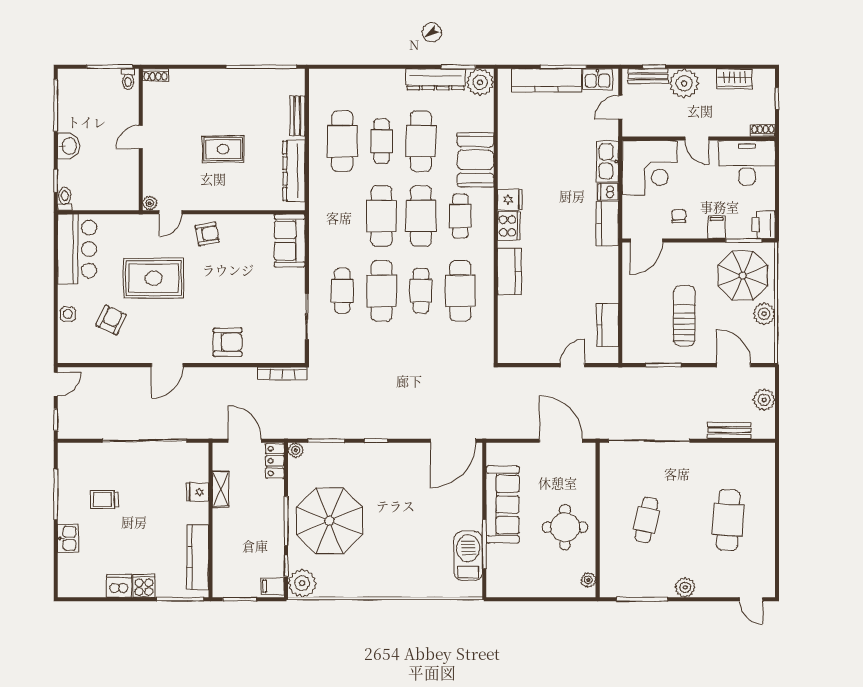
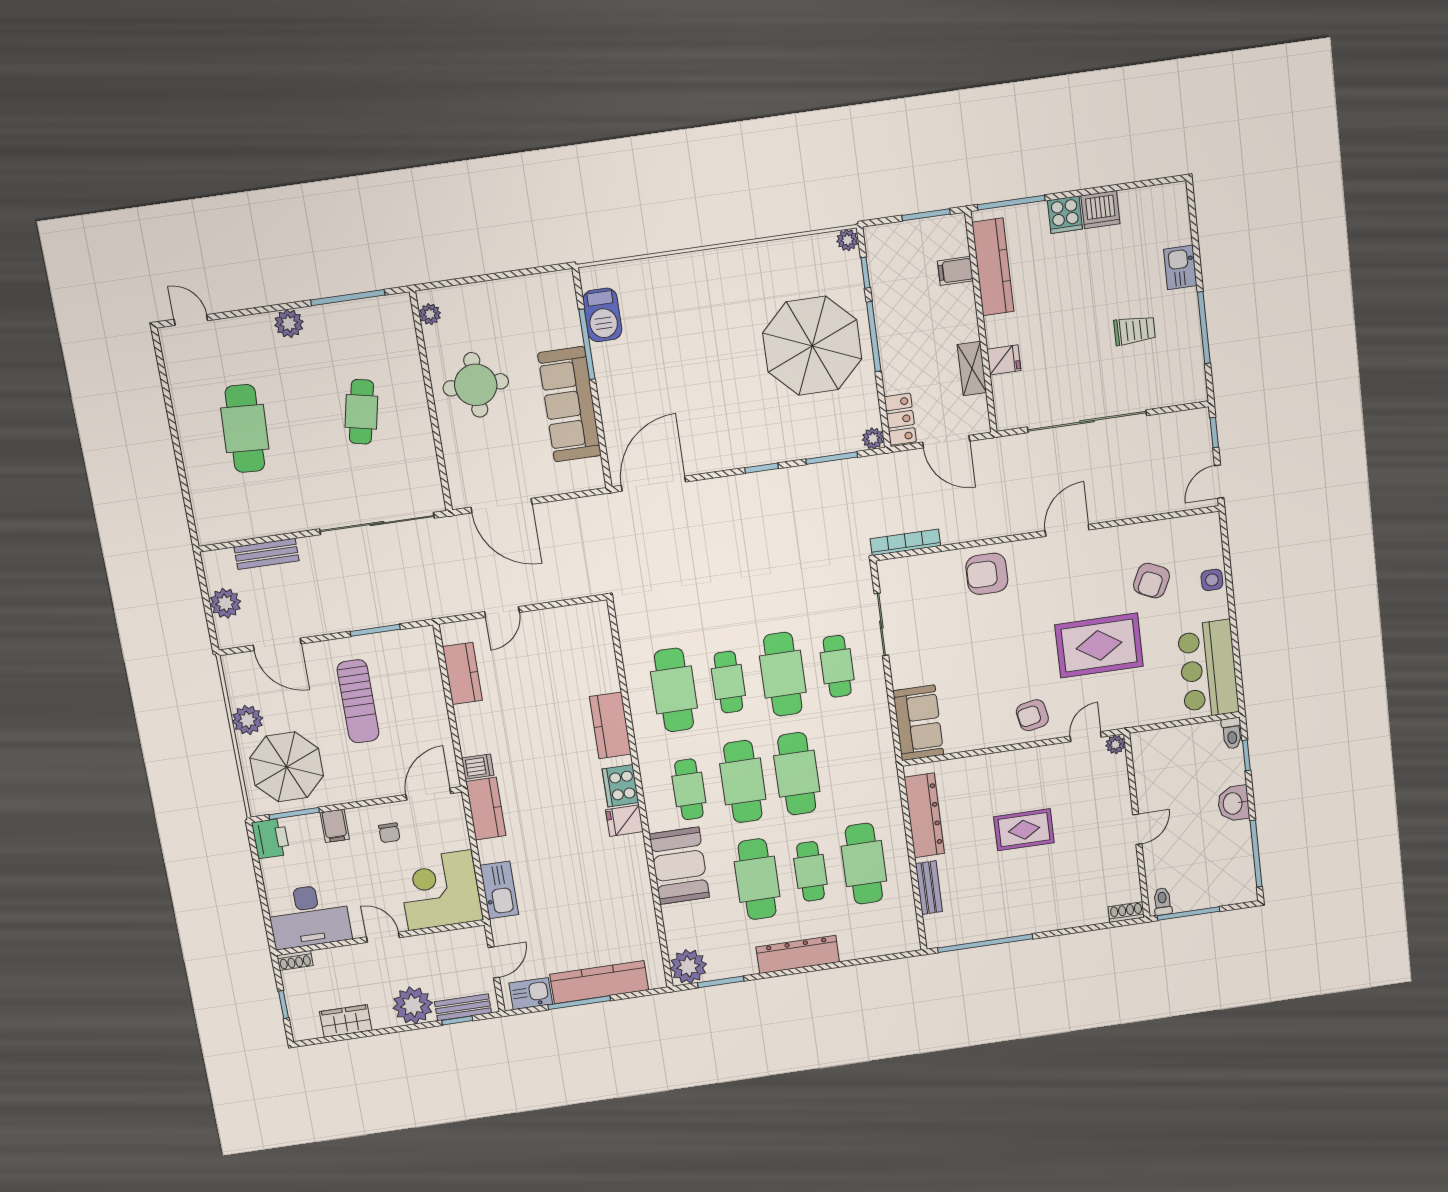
dresser: (436, 79) -> (798, 955), moved
dishwasher: (608, 192) -> (478, 767), moved
barbecue: (468, 556) -> (602, 315), width x0.73, depth x0.83
plant: (302, 583) -> (847, 240), width x0.53, depth x0.53
filing cabinet: (273, 586) -> (955, 271), moved, turned 180

